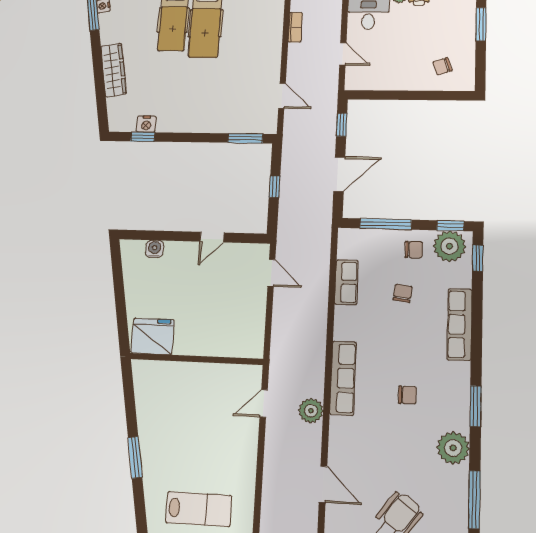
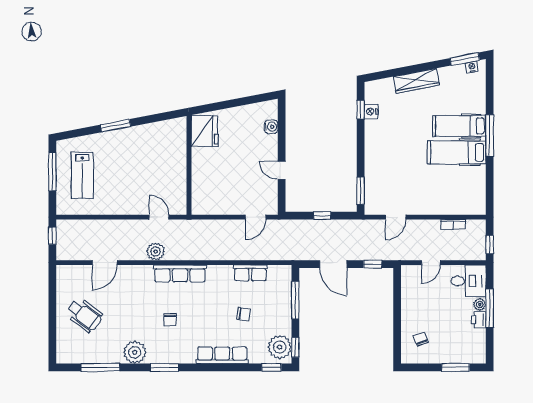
chair: (414, 250) -> (276, 321), removed

